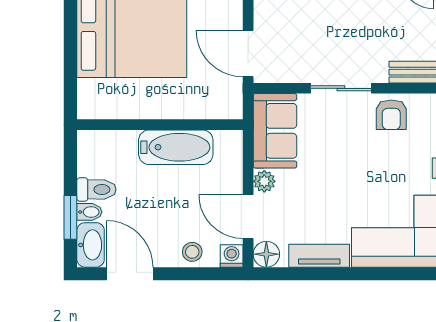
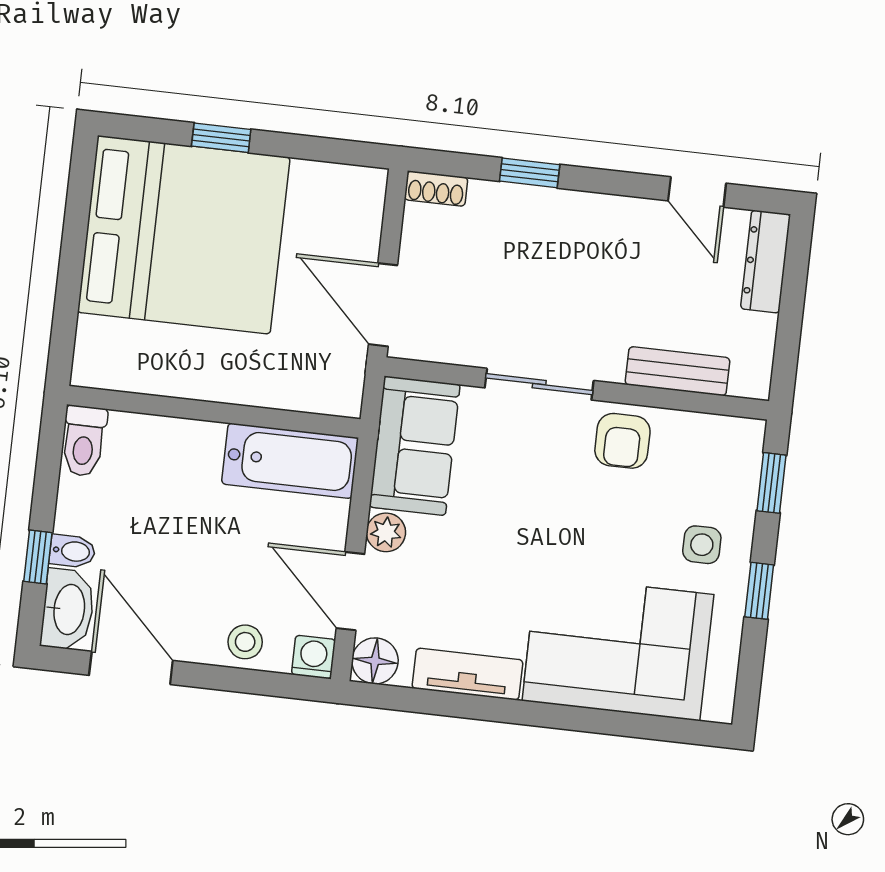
bathtub: (176, 147) -> (290, 461), moved
toilet: (96, 189) -> (84, 441), moved, turned 90
window: (70, 217) -> (38, 557), width x0.67

